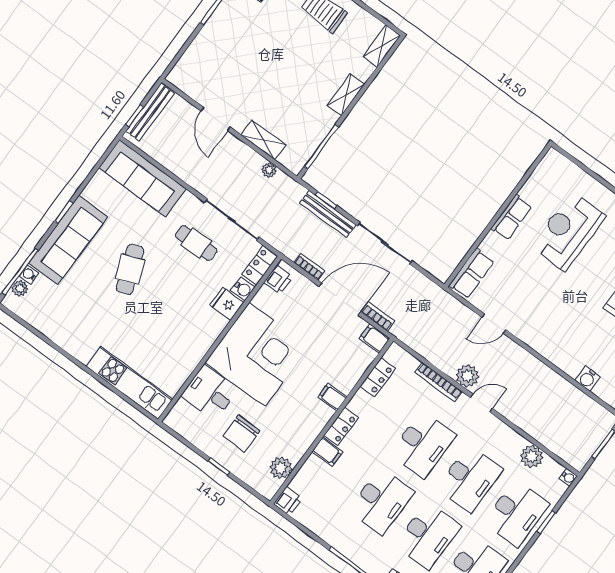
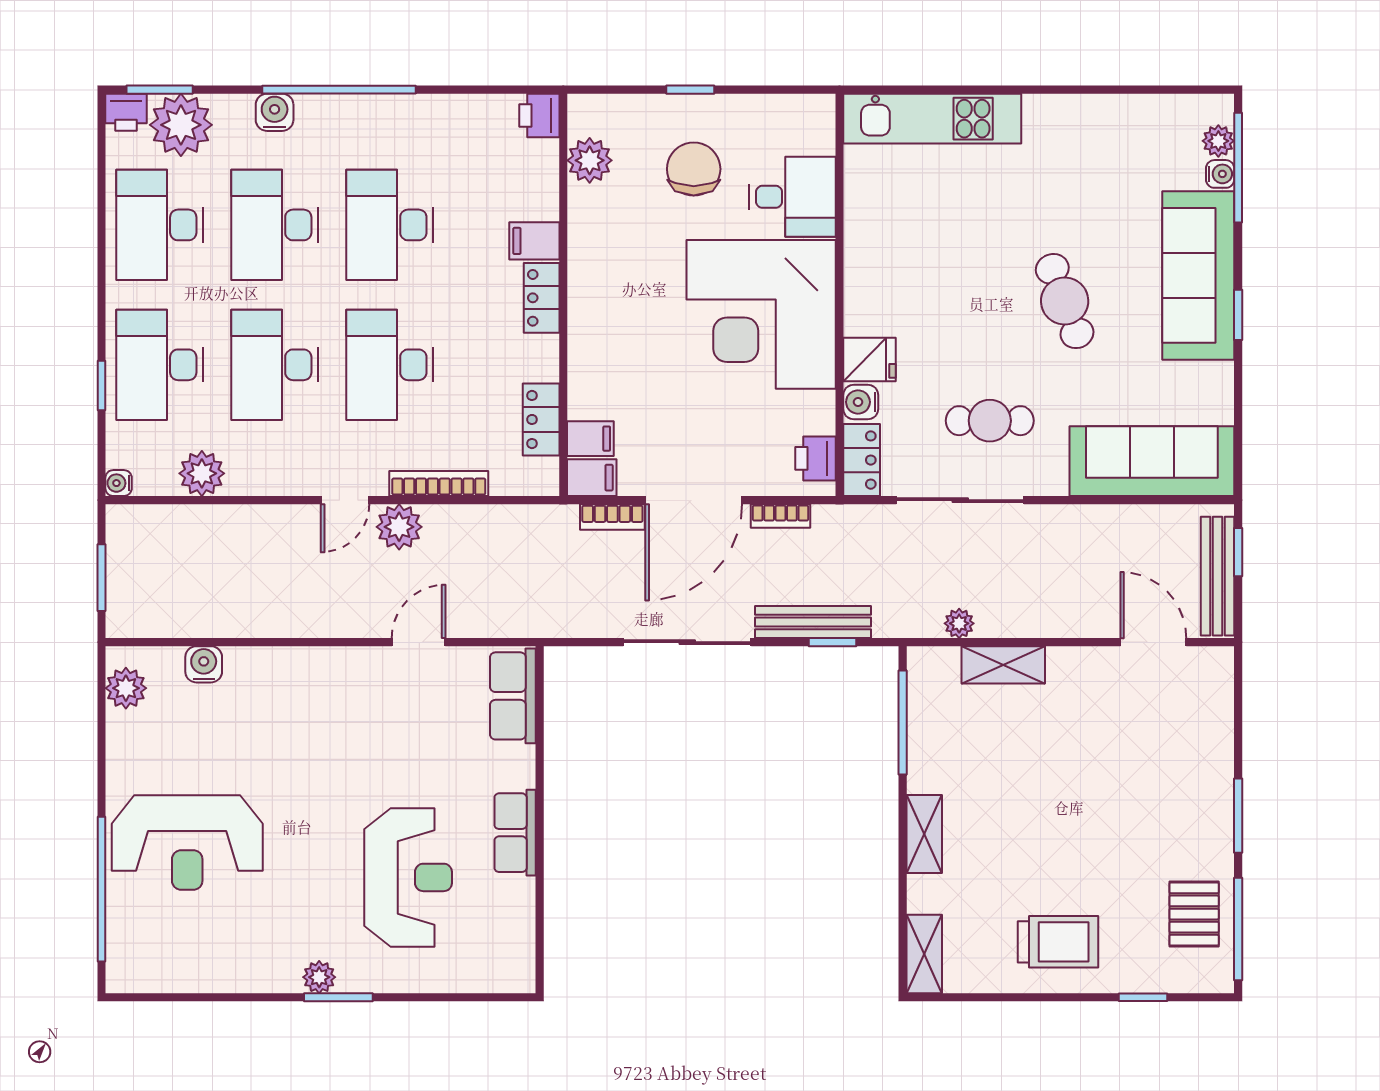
door: (216, 119) -> (1153, 642), moved
filing cabinet: (332, 397) -> (590, 439), moved

